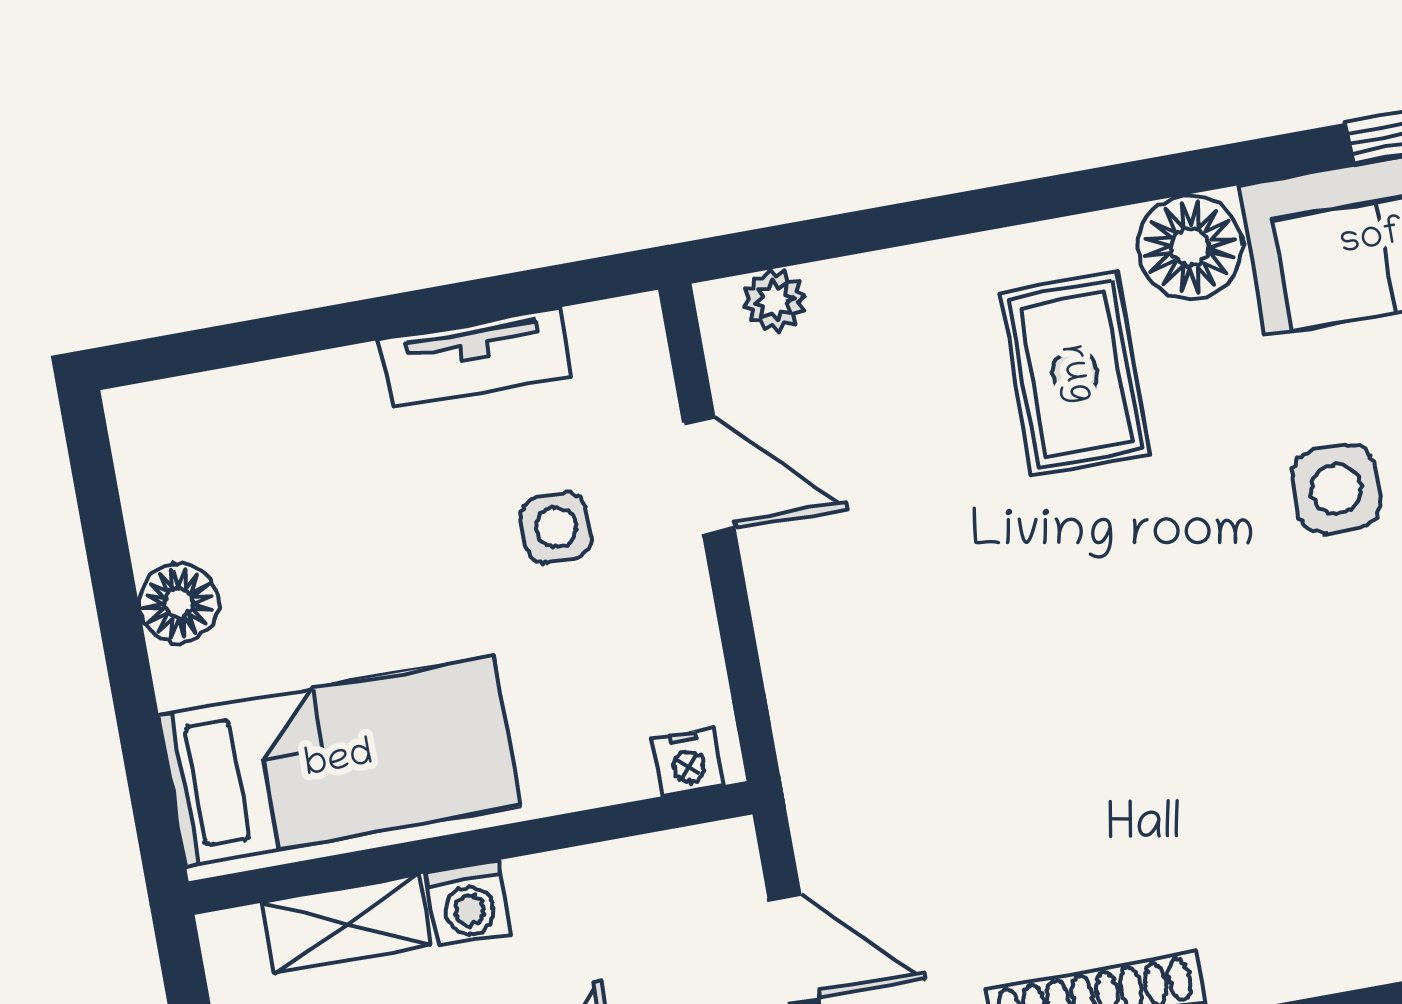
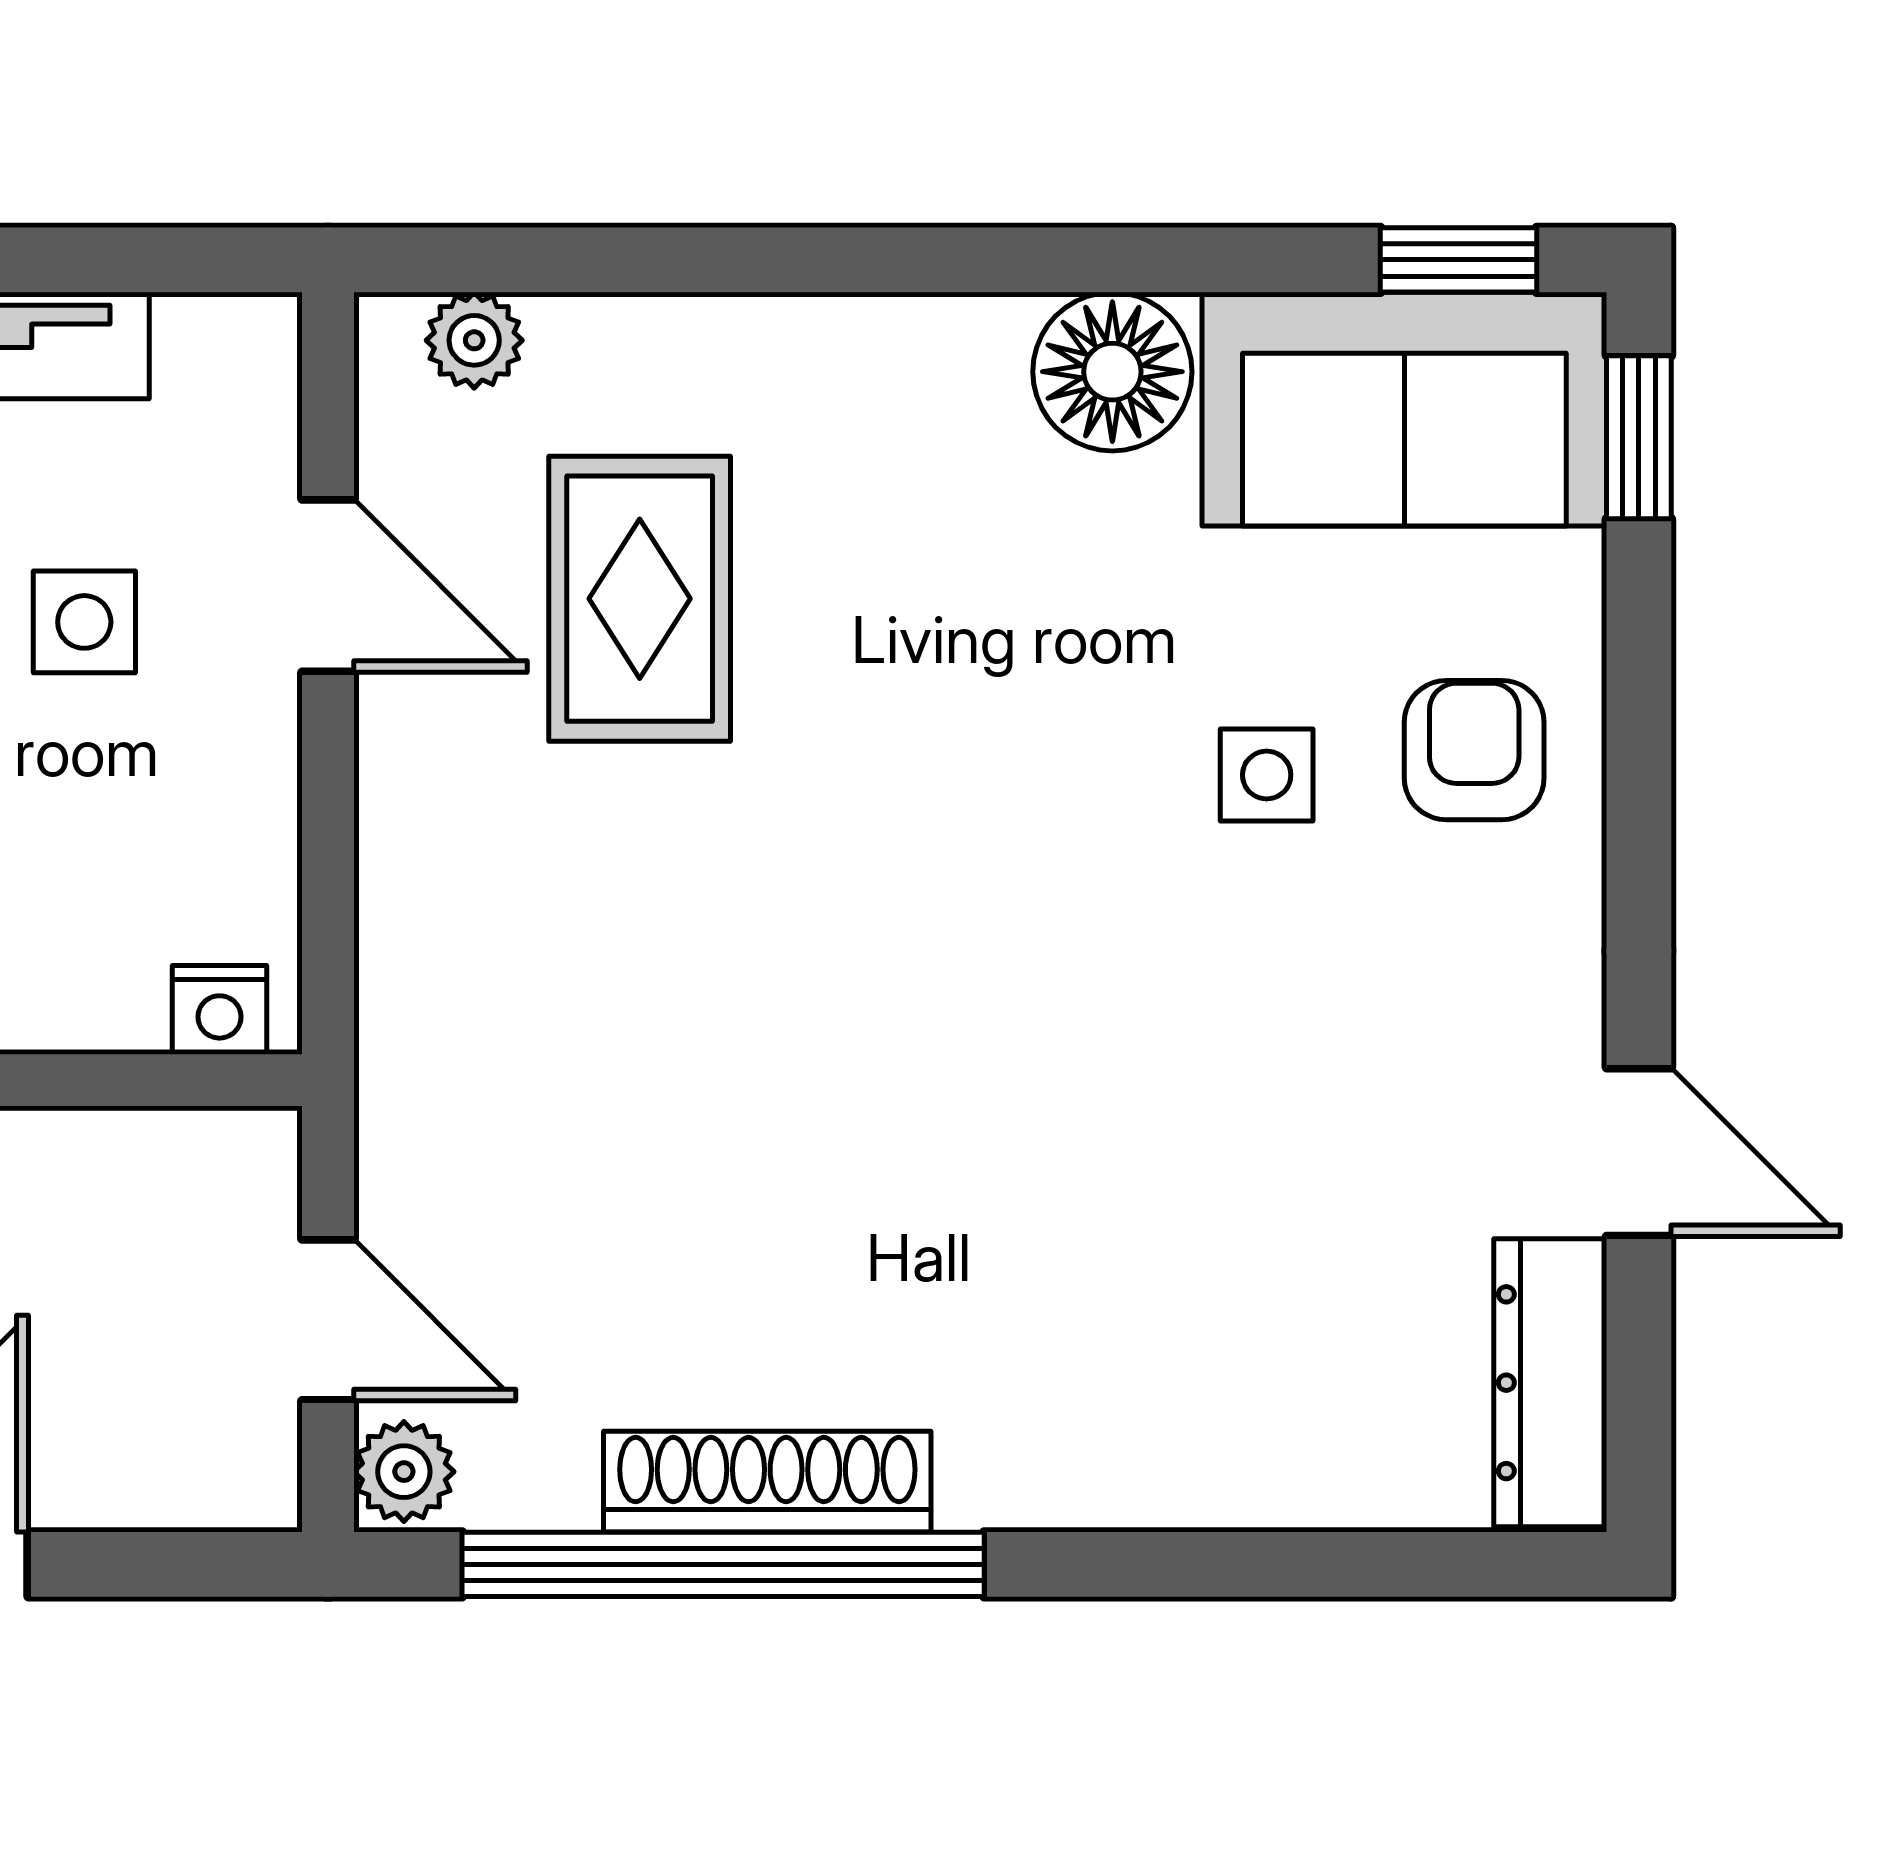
rug: (1075, 374) -> (640, 599), moved
side table: (1336, 489) -> (1267, 775), width x0.73, depth x0.73

